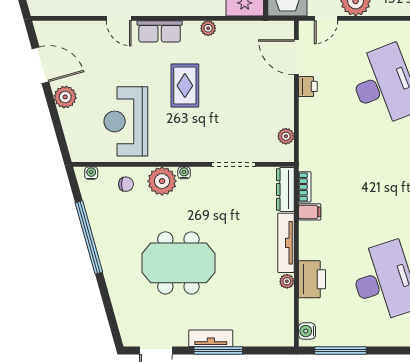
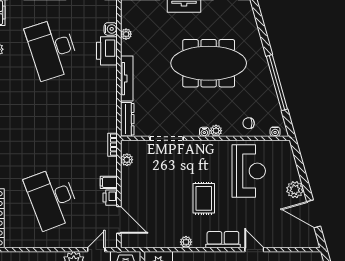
plant: (162, 181) -> (216, 131), width x0.53, depth x0.53
bookcase: (305, 187) -> (112, 145), moved
filing cabinet: (310, 212) -> (109, 182), moved
meeting table: (178, 263) -> (209, 63), width x1.36
plant: (287, 281) -> (126, 34), moved
water cooler: (307, 331) -> (111, 29), moved

